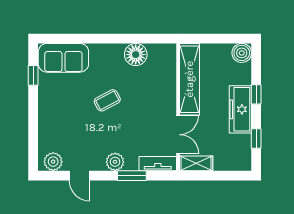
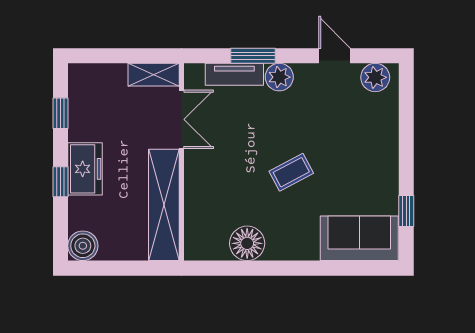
freezer: (240, 109) -> (85, 169), width x0.71
double door: (178, 135) -> (181, 119), swing flipped
tv unit: (158, 164) -> (234, 74), moved

